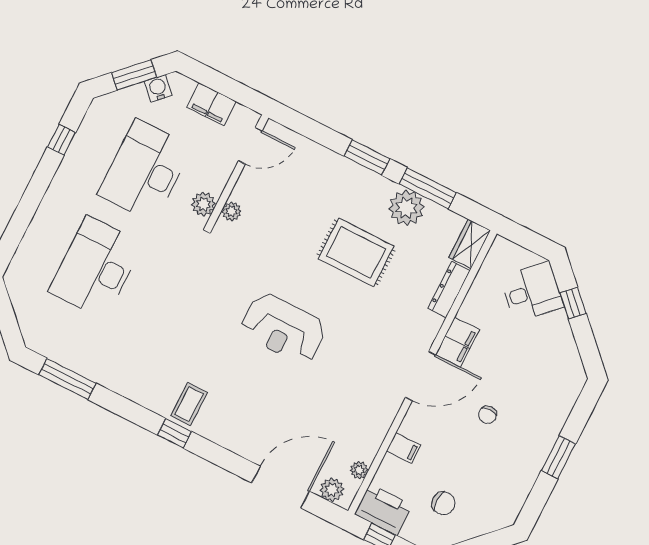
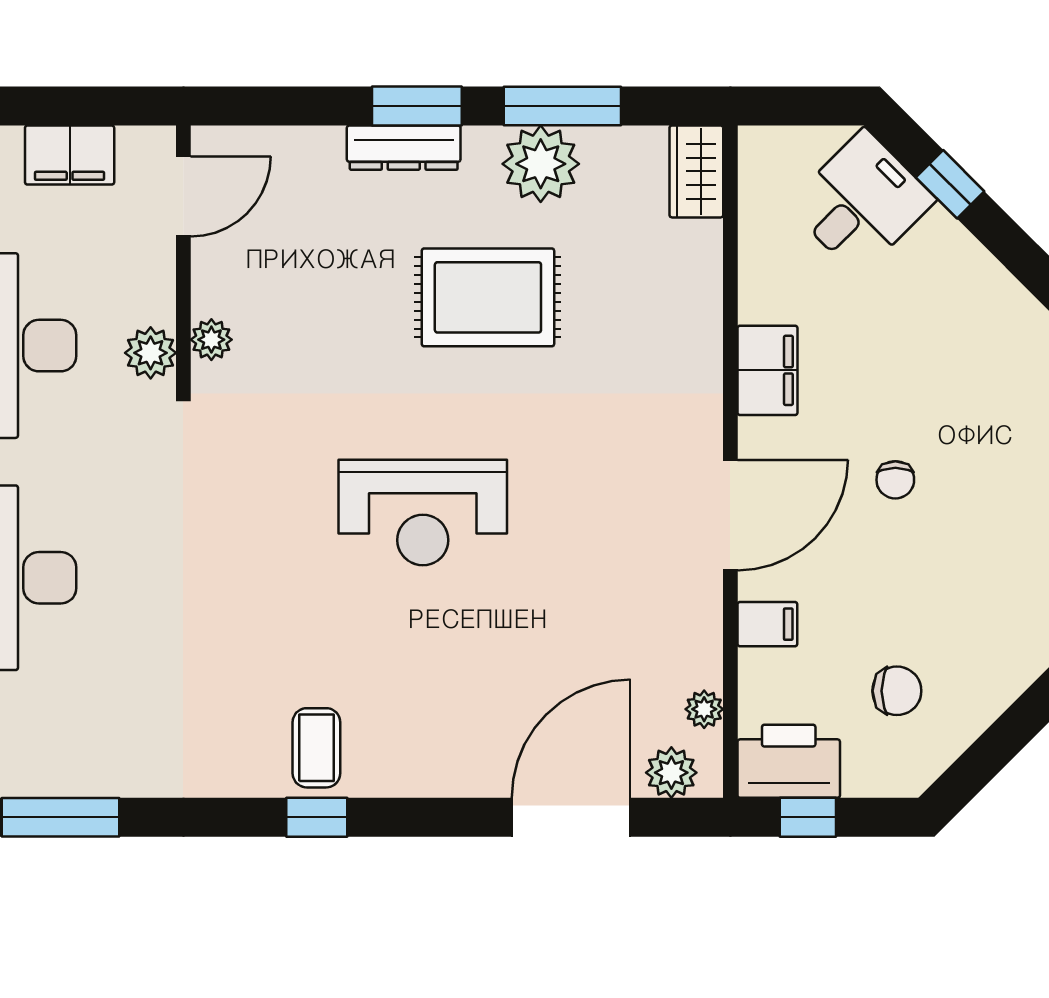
dresser: (449, 289) -> (404, 148), moved, turned -90
door: (421, 376) -> (730, 515), moved

